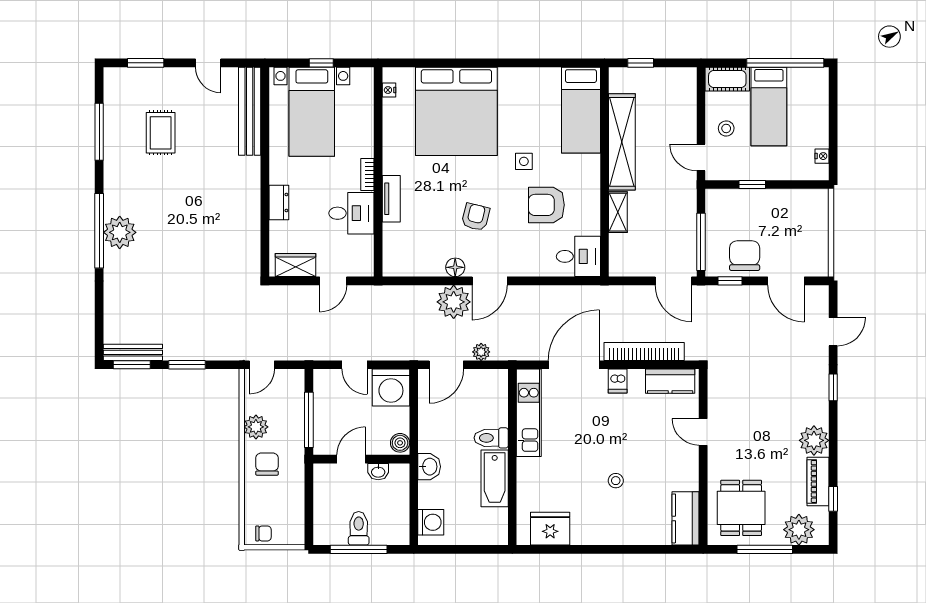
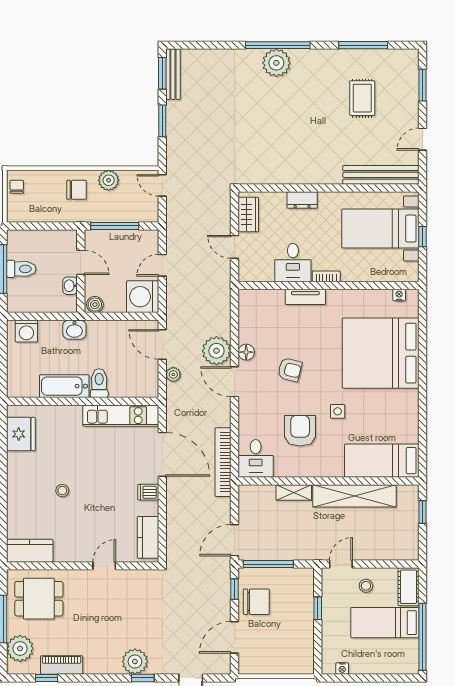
rug: (161, 133) -> (362, 98), turned 90
bookcase: (644, 352) -> (223, 462), moved, turned 180
plant: (814, 440) -> (135, 661), moved
chair: (263, 533) -> (17, 187), turned 180

